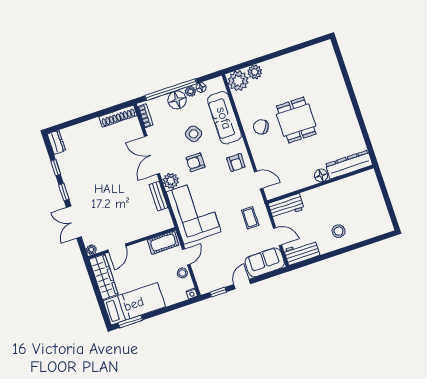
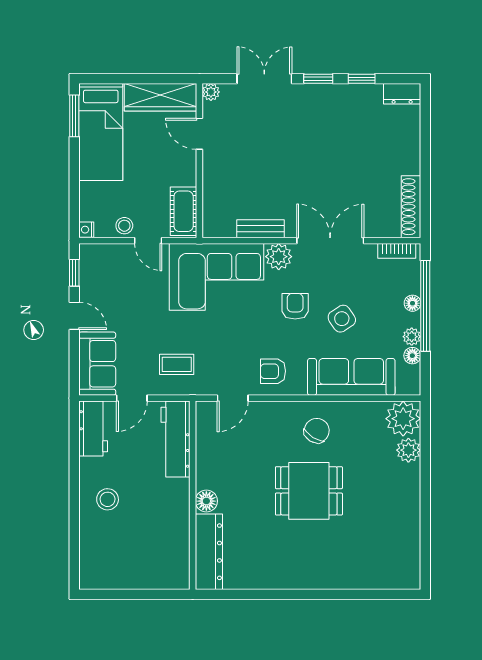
floor lamp: (177, 100) -> (412, 303), width x0.53, depth x0.53
workbench: (286, 206) -> (176, 439), width x1.38

